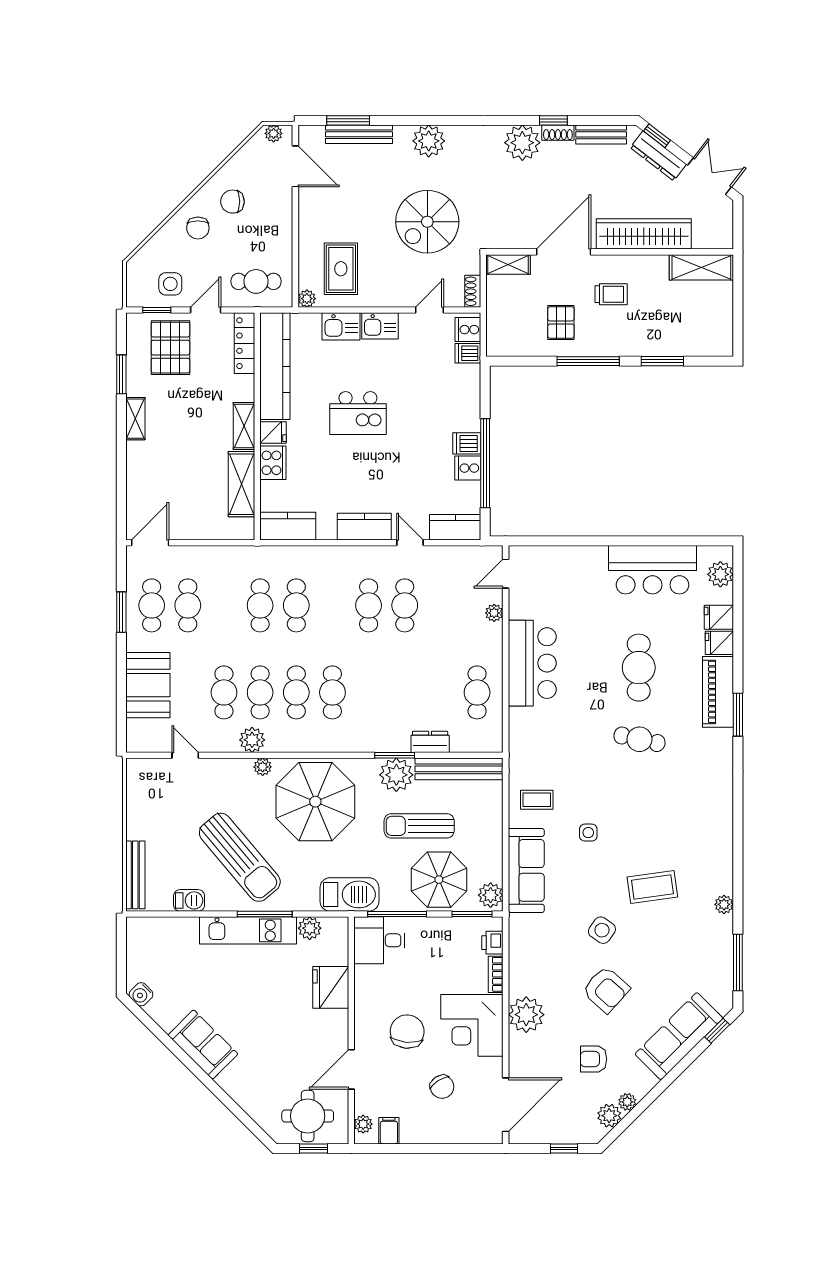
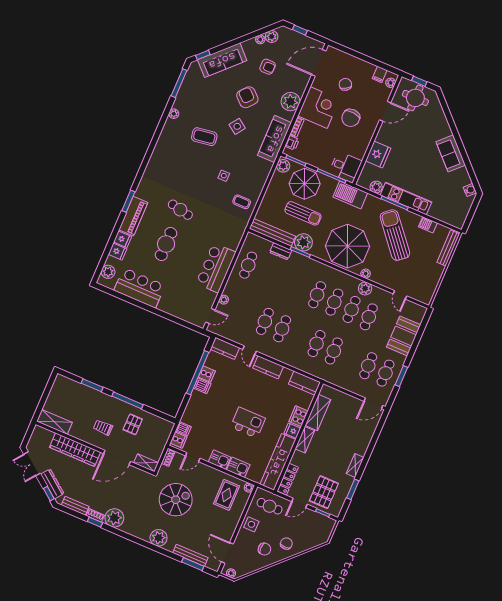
side table: (170, 284) -> (251, 524), moved
sofa: (526, 870) -> (275, 139), moved

